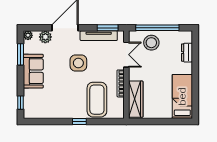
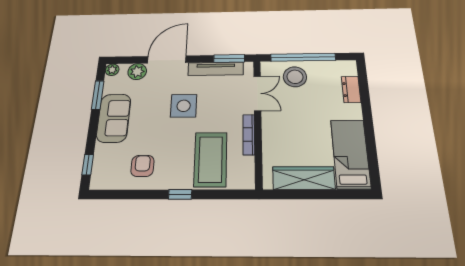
wardrobe: (136, 99) -> (304, 178), moved, turned -90
armchair: (55, 104) -> (142, 166), added

